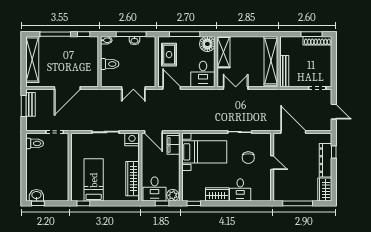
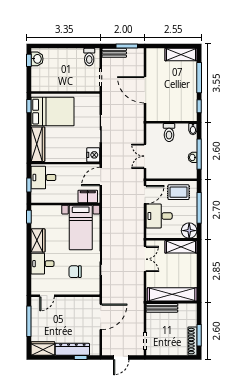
shelving: (32, 60) -> (181, 55), width x0.68
desk: (203, 74) -> (159, 216), moved
bench: (30, 104) -> (114, 53), moved
door: (272, 163) -> (47, 296), moved
wardrobe: (132, 179) -> (38, 144), moved, turned 90
bed: (94, 180) -> (53, 112), width x1.50
plant: (173, 195) -> (37, 196), removed

